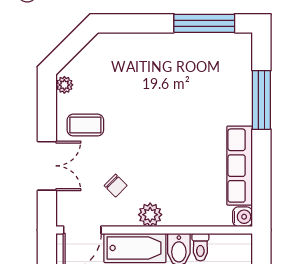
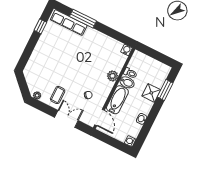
window: (204, 23) -> (40, 26), width x0.46
row of seats: (240, 166) -> (69, 23), moved
plant: (150, 215) -> (113, 76), moved

